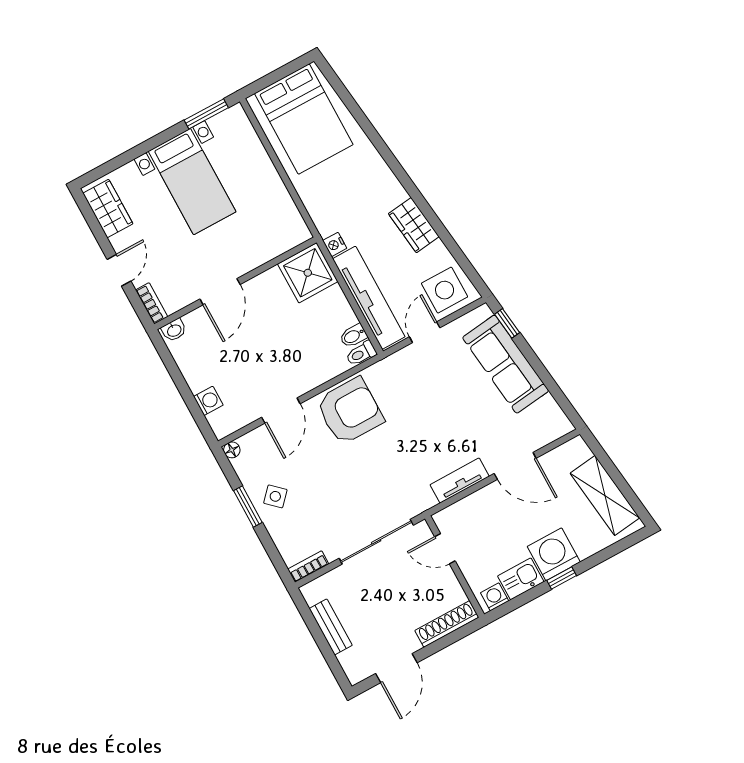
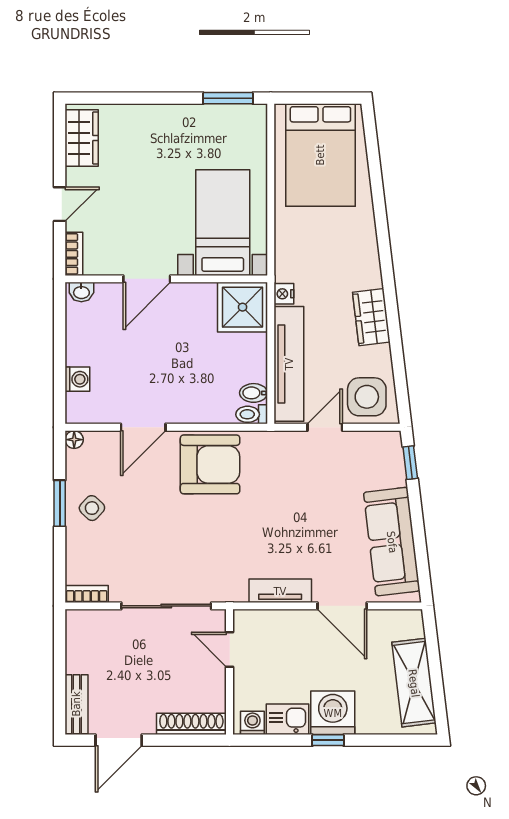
bed with nightstands: (192, 182) -> (223, 223), moved, turned 180
sofa: (506, 364) -> (392, 542), moved
bench: (331, 627) -> (76, 704), moved

